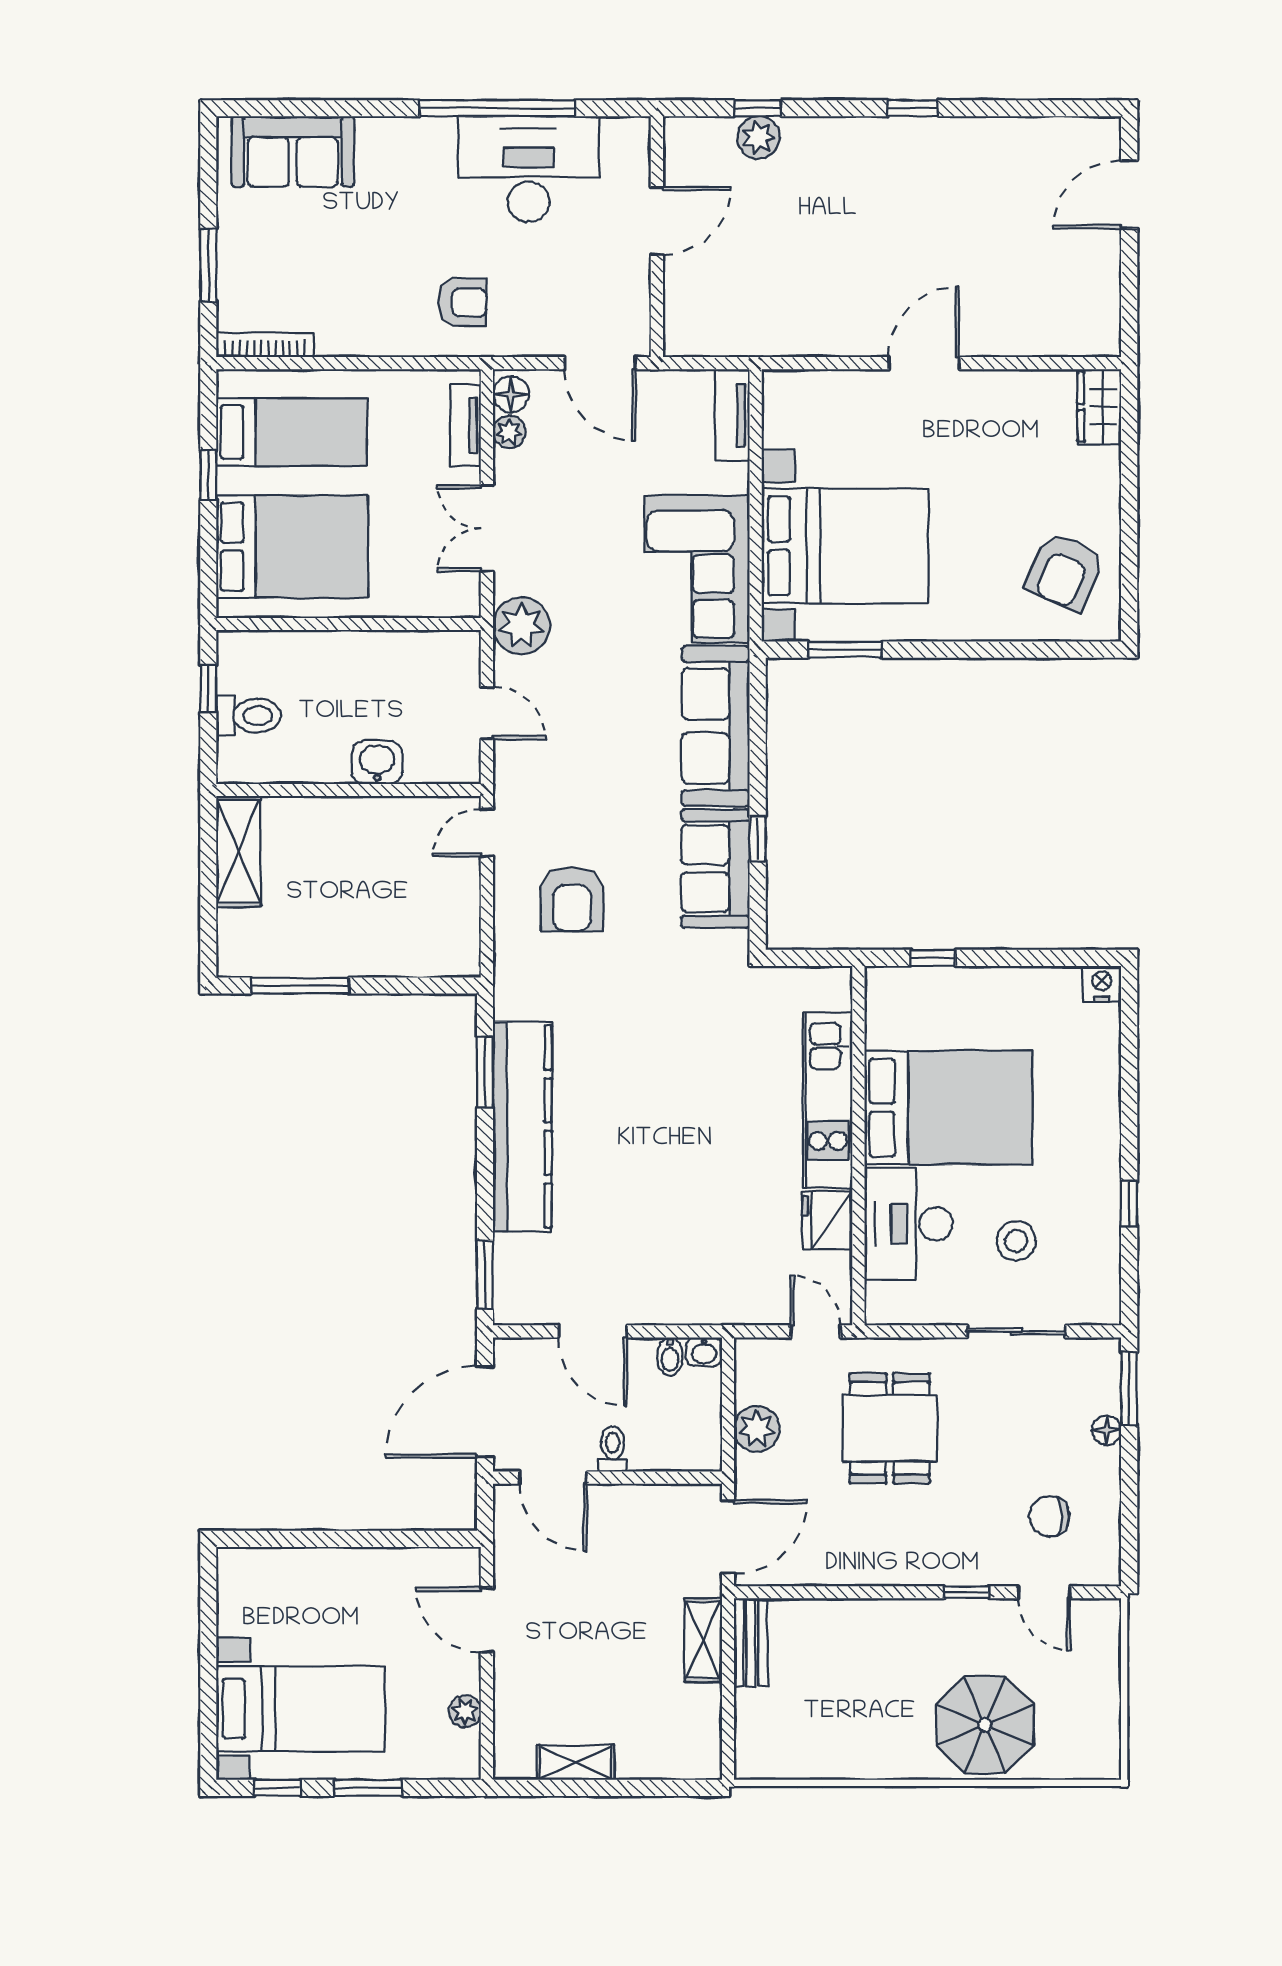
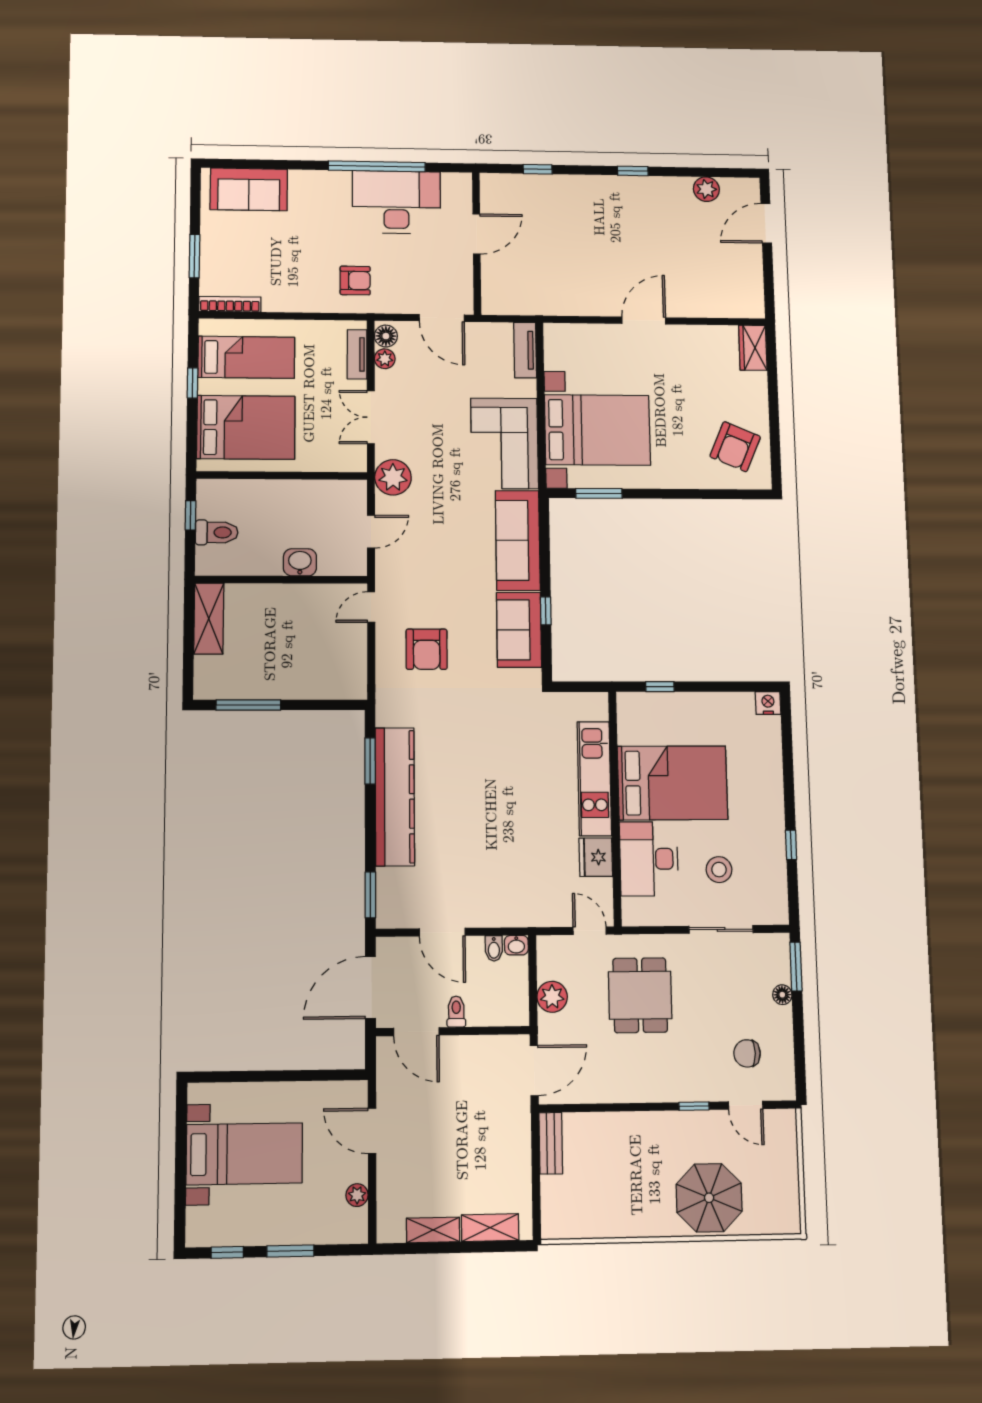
plant: (758, 137) -> (706, 189), moved
door: (487, 713) -> (371, 532), hinge flipped
shelving: (703, 1640) -> (490, 1228), moved, turned 90
bed with nightstands: (300, 1709) -> (244, 1154), moved

